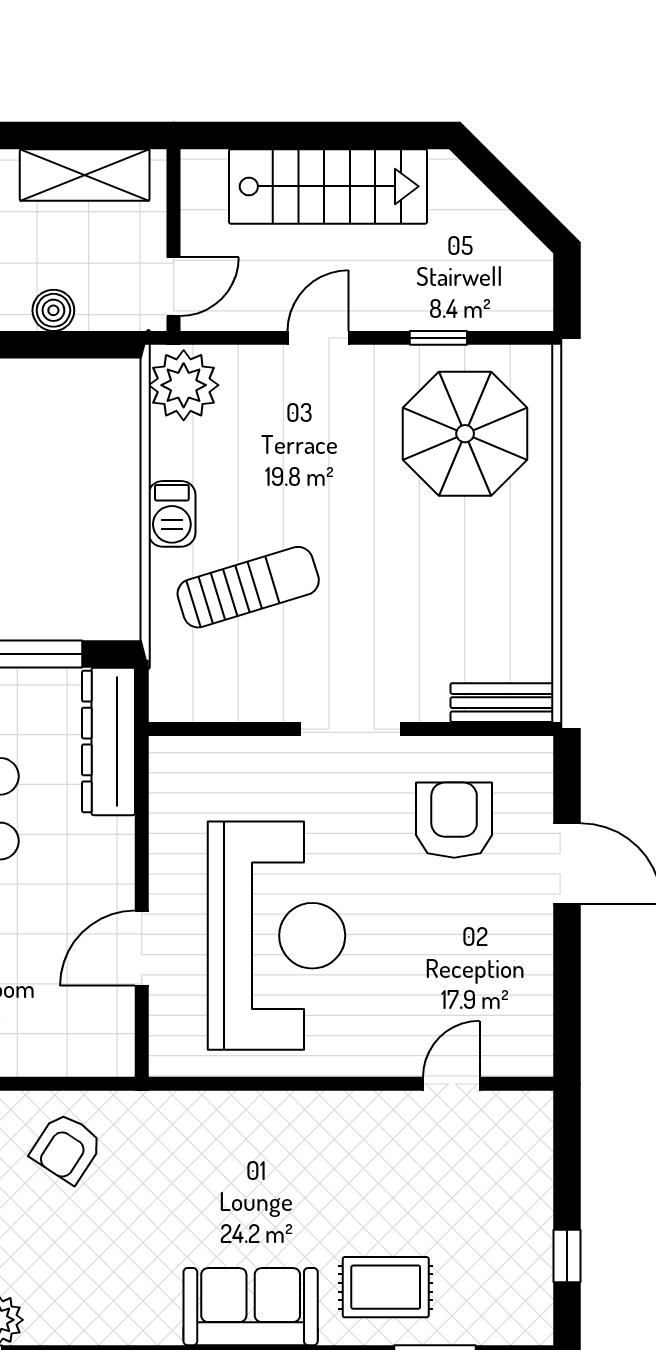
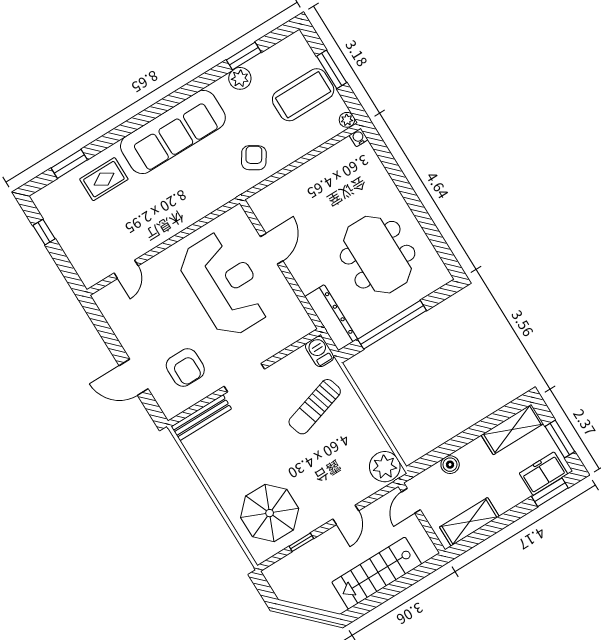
barbecue: (172, 514) -> (320, 351), moved
bench: (502, 703) -> (201, 418), width x1.36
reception desk: (277, 936) -> (225, 284), turned 180
sofa: (251, 1307) -> (173, 132), width x1.85, depth x1.27

